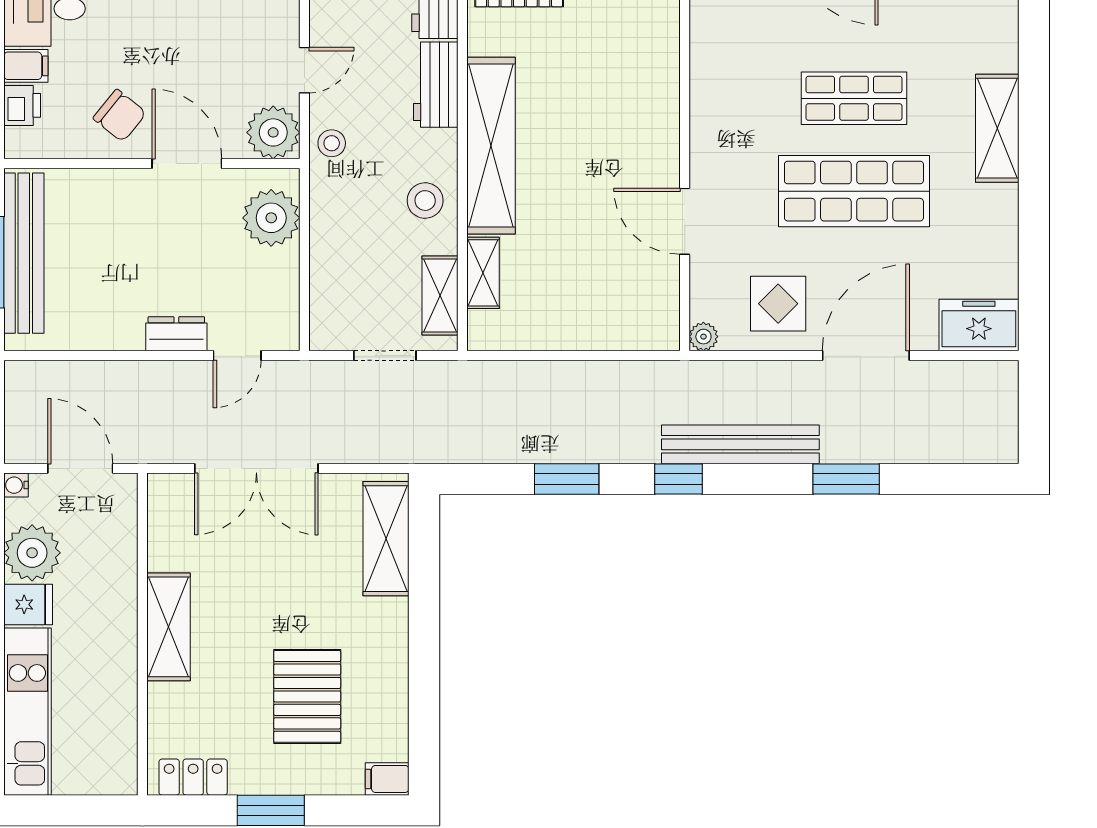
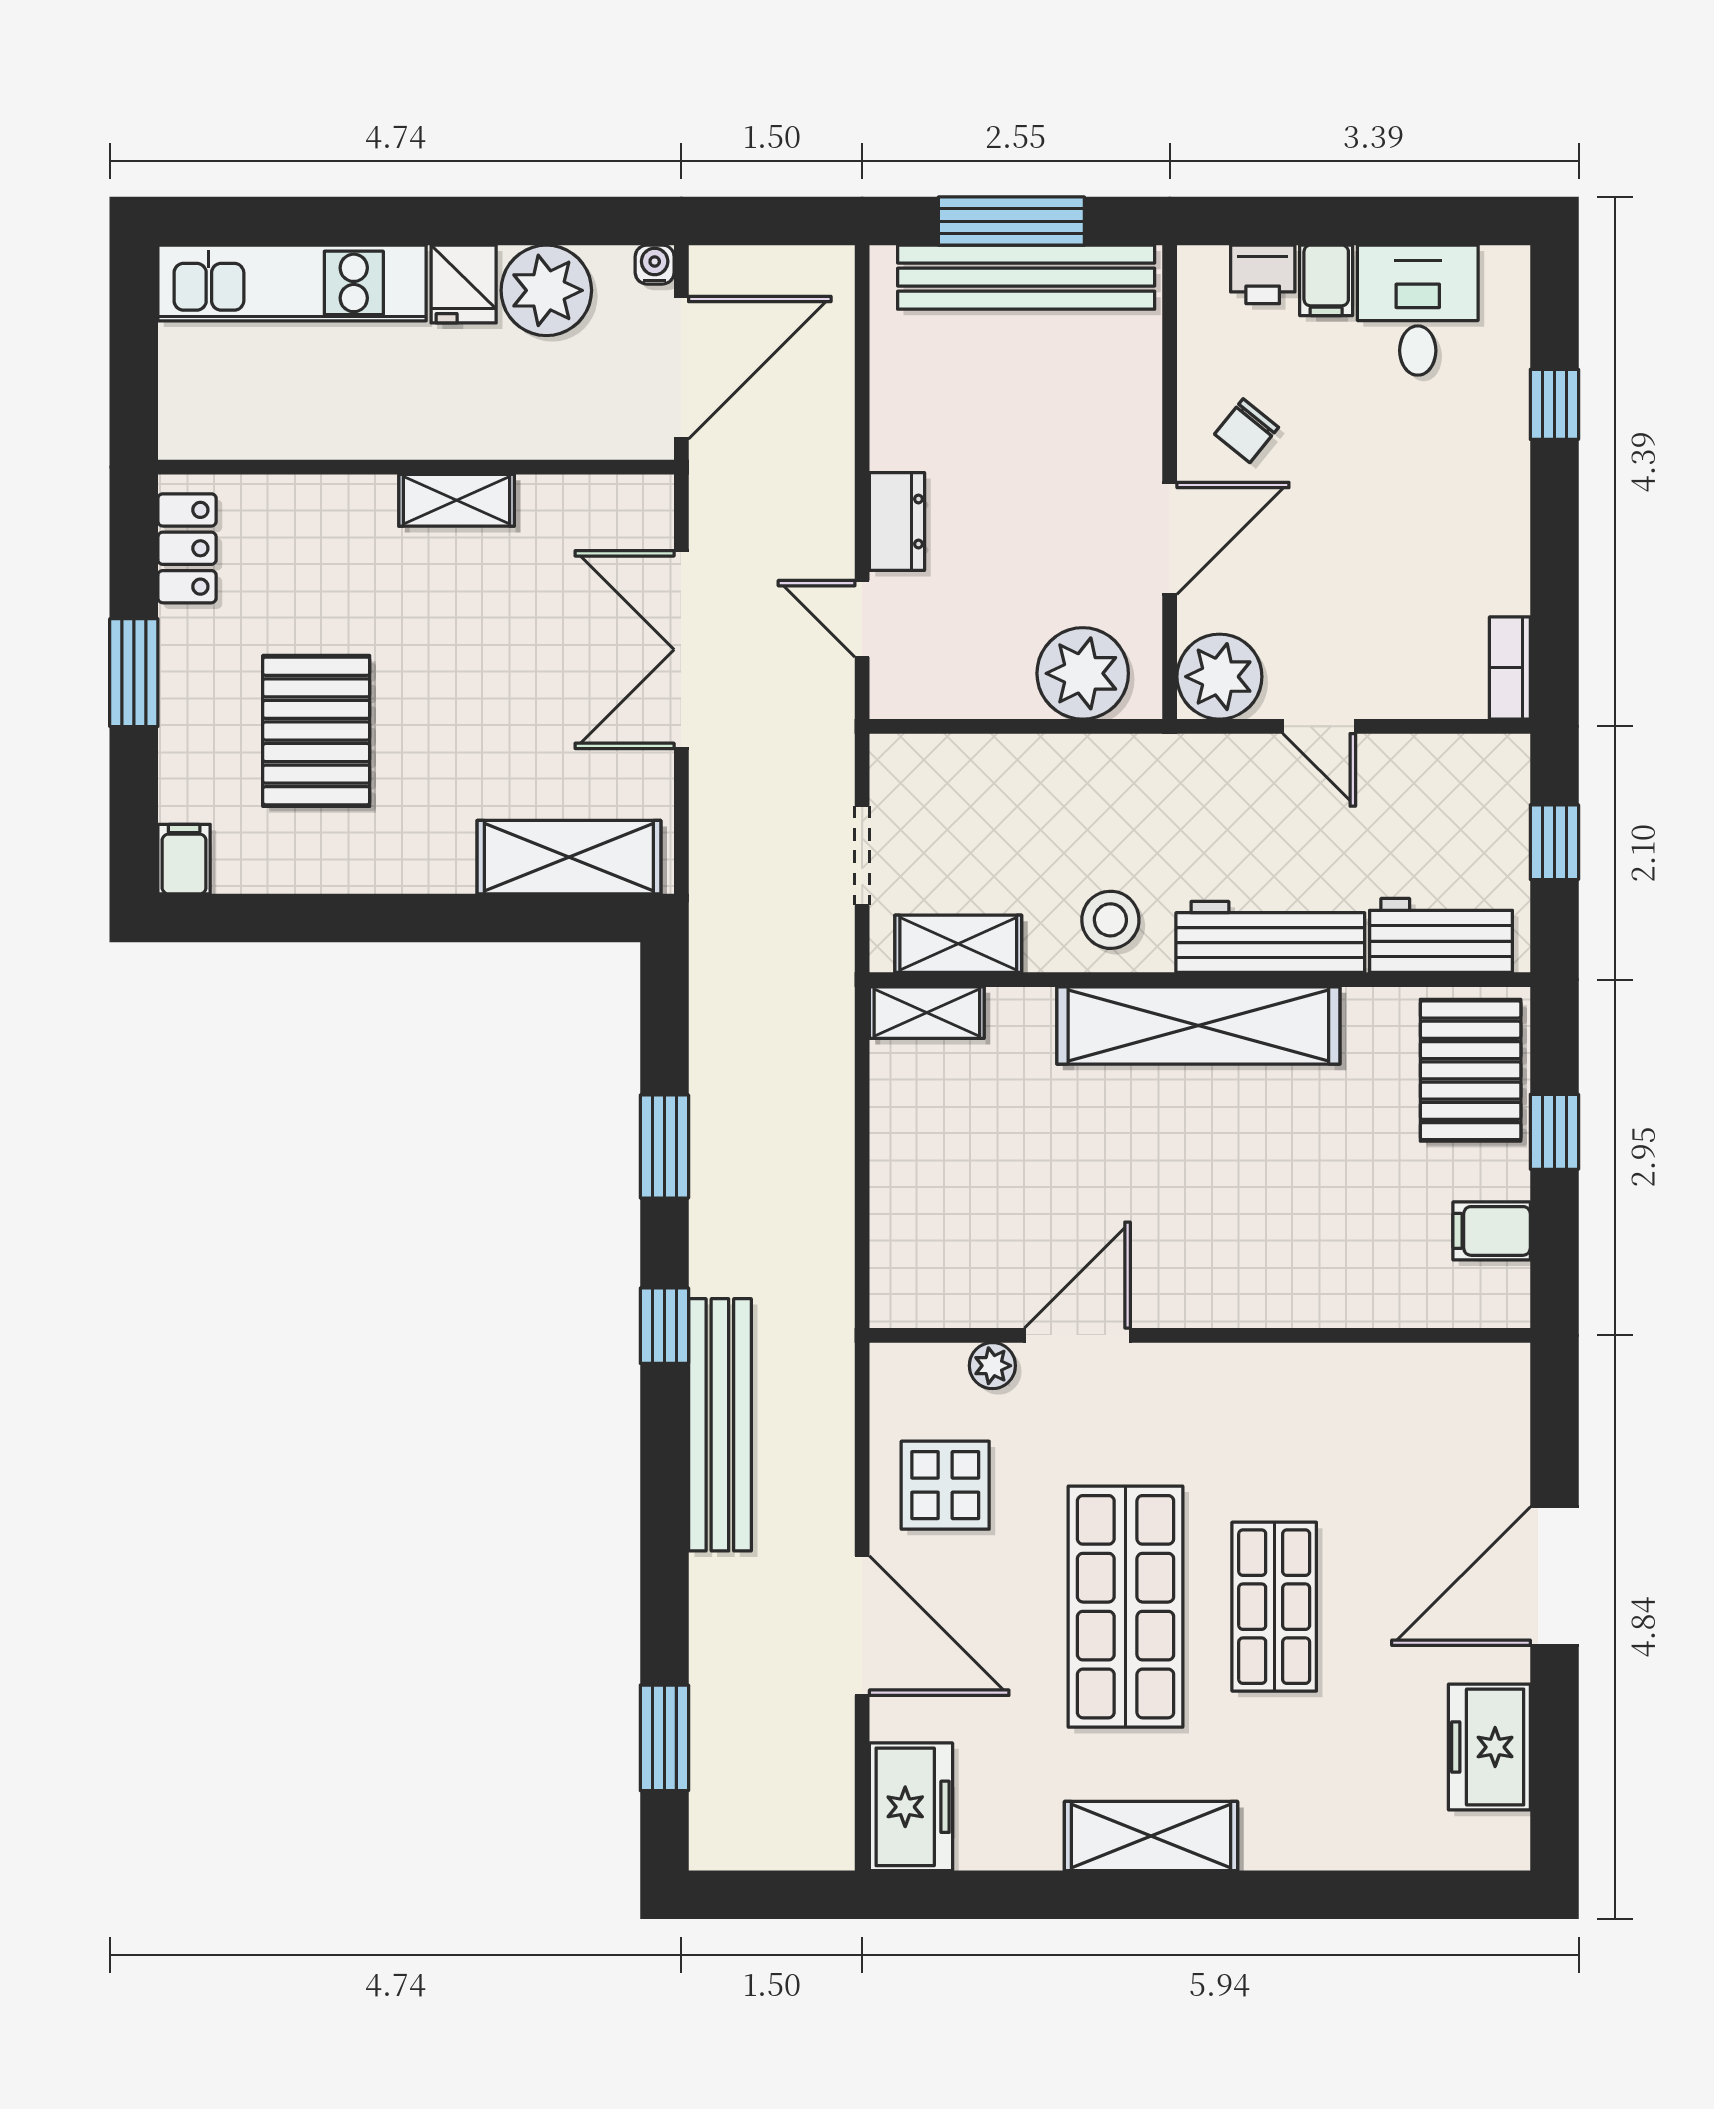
workbench: (436, 85) -> (1270, 937), width x1.38
chair: (120, 116) -> (1247, 431), width x0.73, depth x0.73
shelving: (997, 128) -> (1151, 1836), moved
stool: (332, 143) -> (1202, 770), removed
shelving: (483, 273) -> (927, 1013), moved
plant: (703, 337) -> (992, 1366), moved
door: (80, 468) -> (681, 368), width x1.36
window: (846, 479) -> (664, 1738), moved
shelving: (169, 627) -> (457, 500), width x0.67, depth x0.75
pallet: (307, 696) -> (316, 731), turned 90

